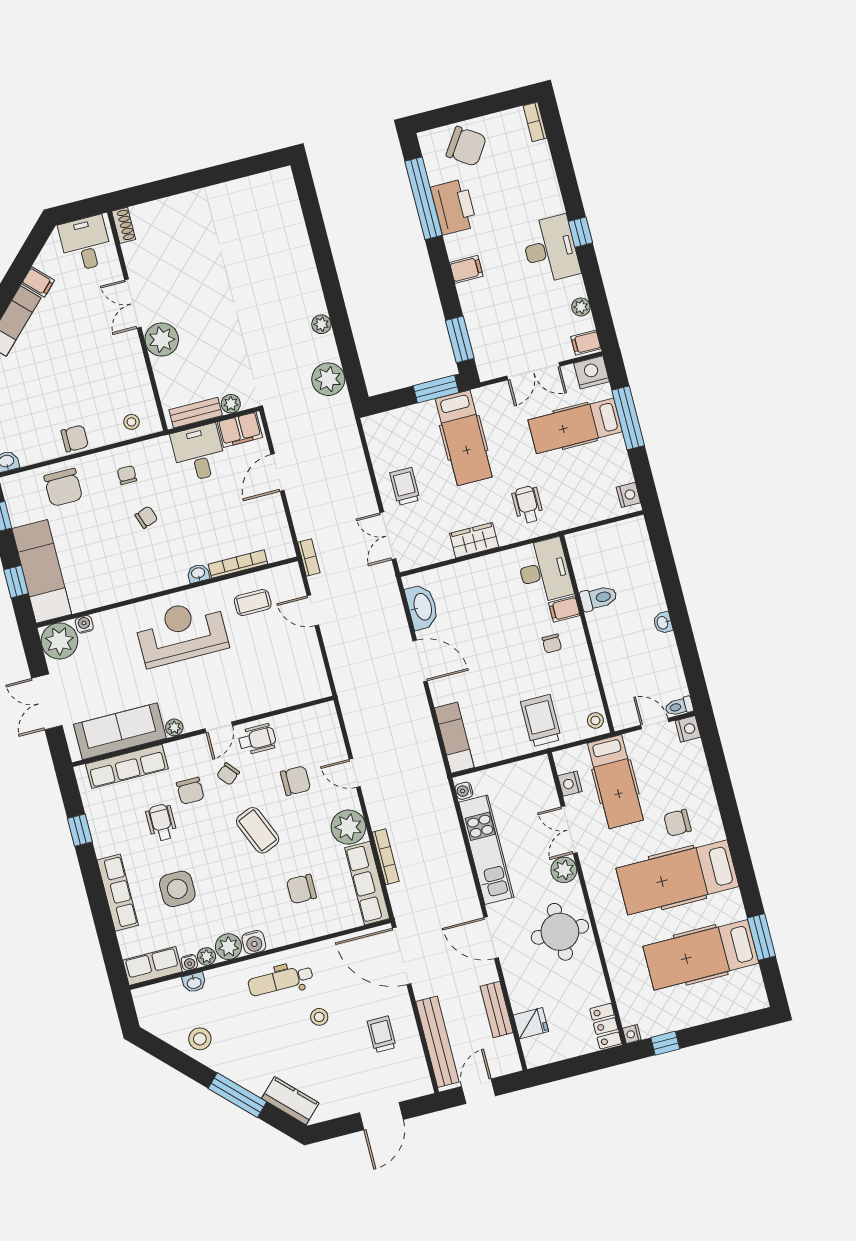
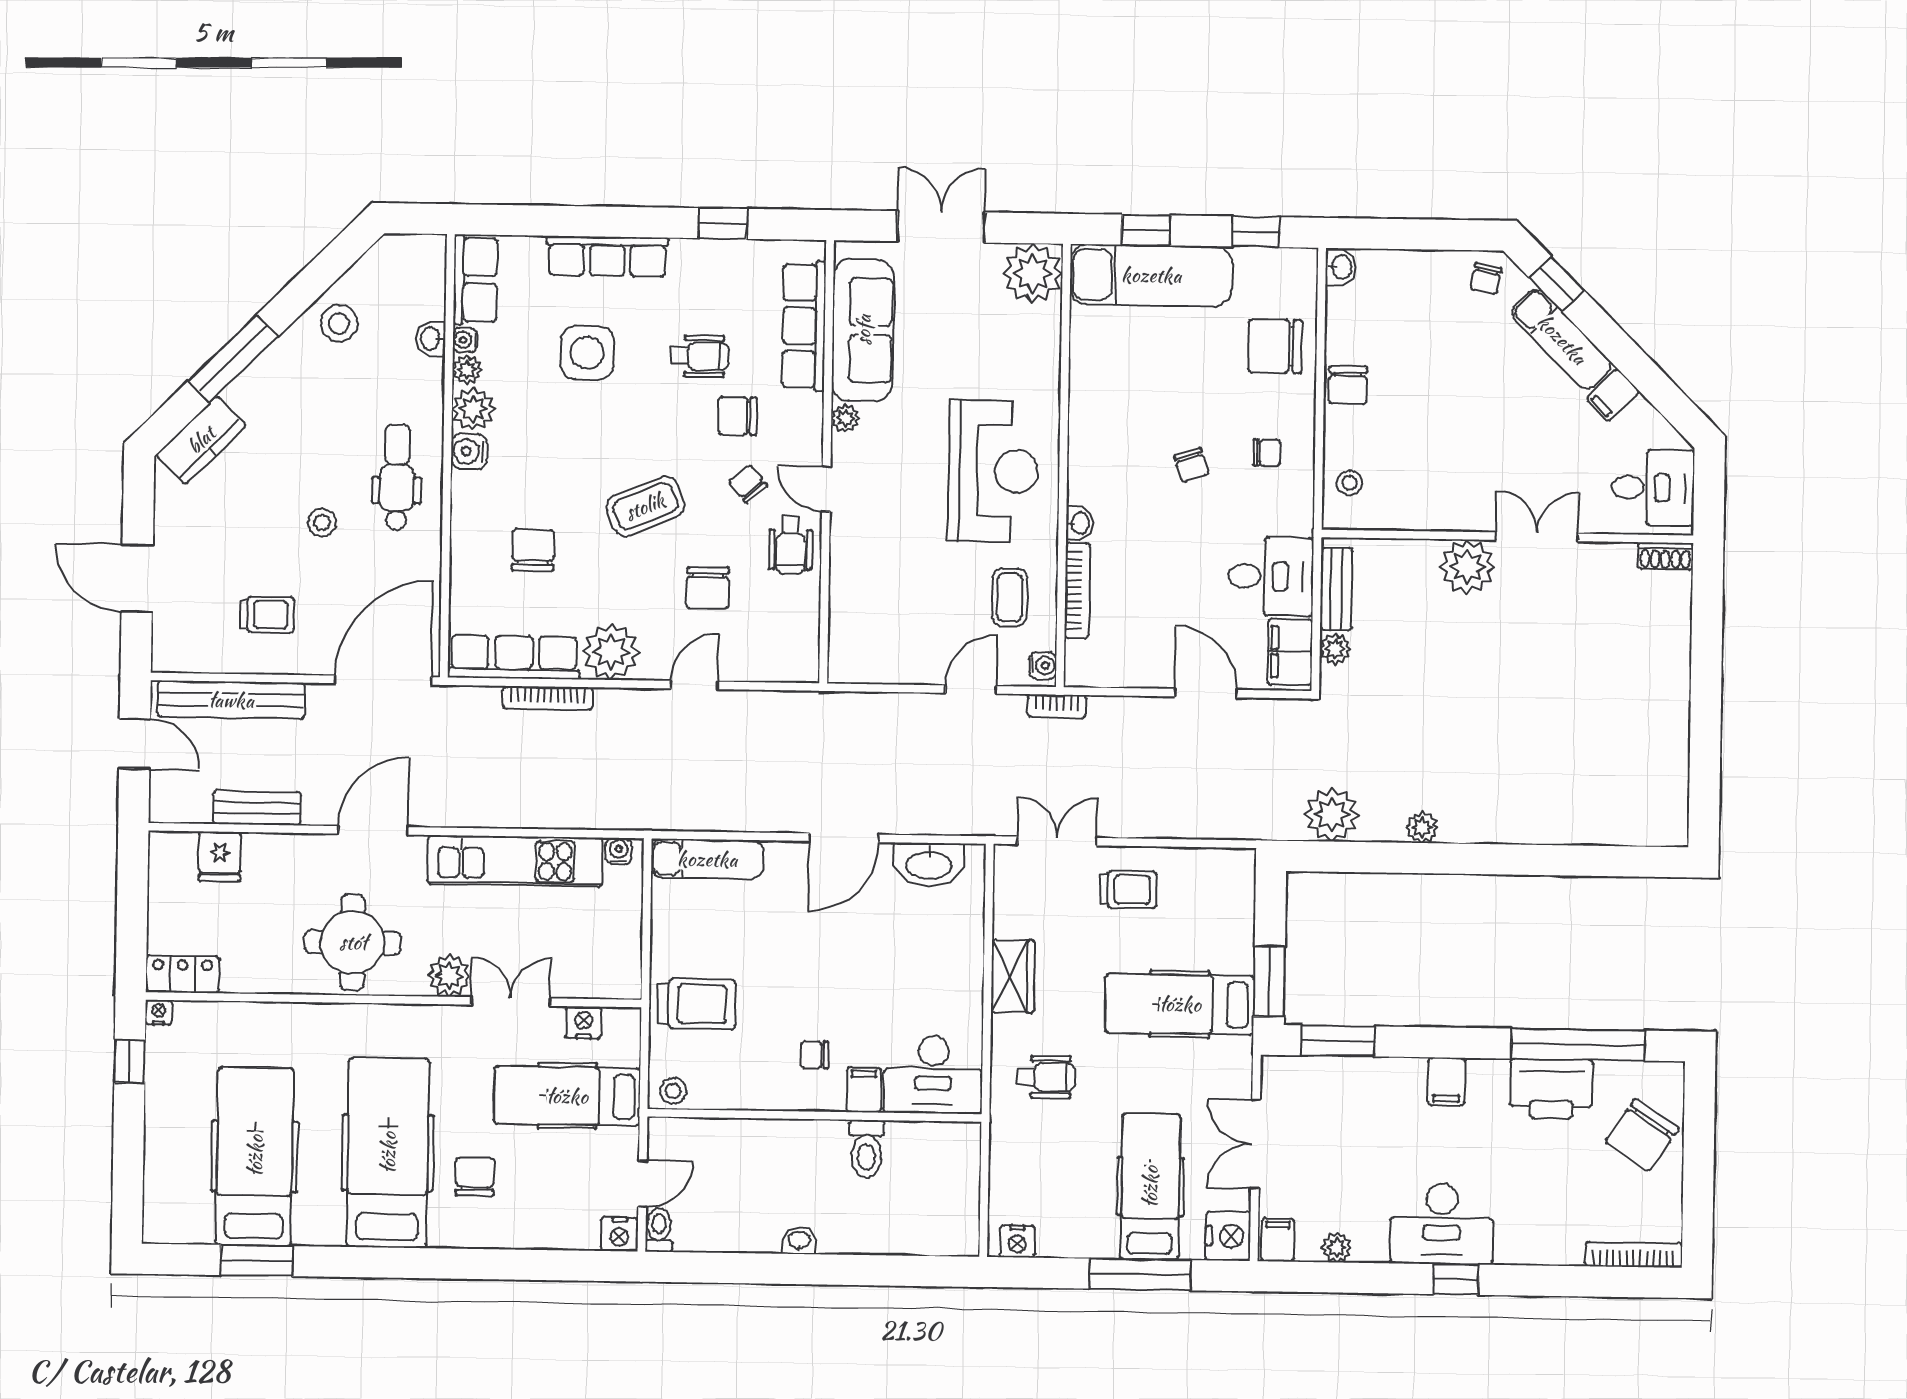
bookcase: (535, 122) -> (1634, 1255), width x1.56
water cooler: (84, 624) -> (1043, 666), moved

